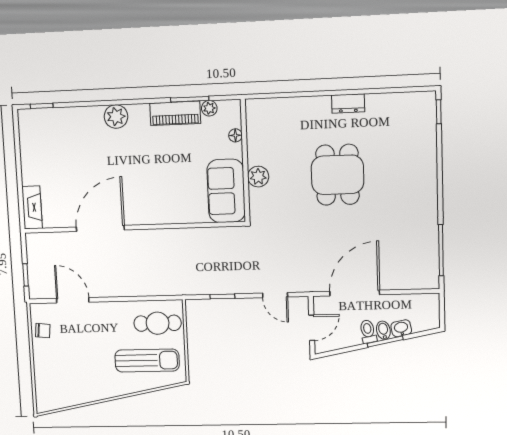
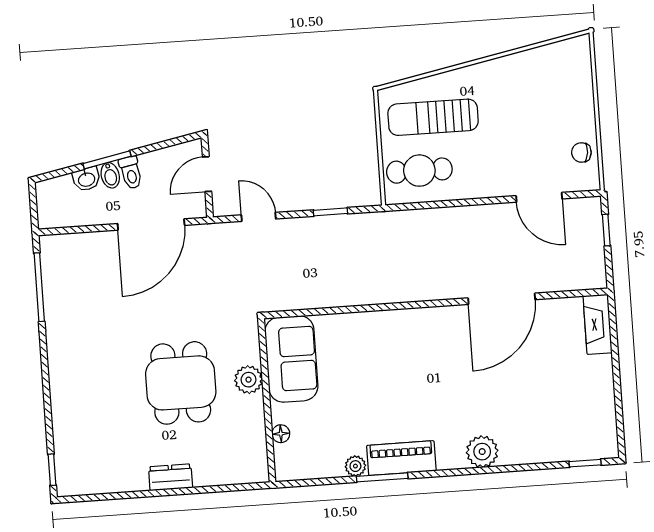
floor lamp: (235, 135) -> (281, 434), moved
wall: (245, 161) -> (267, 400), moved
plant: (258, 177) -> (248, 380), moved
sofa: (226, 191) -> (291, 359), moved

